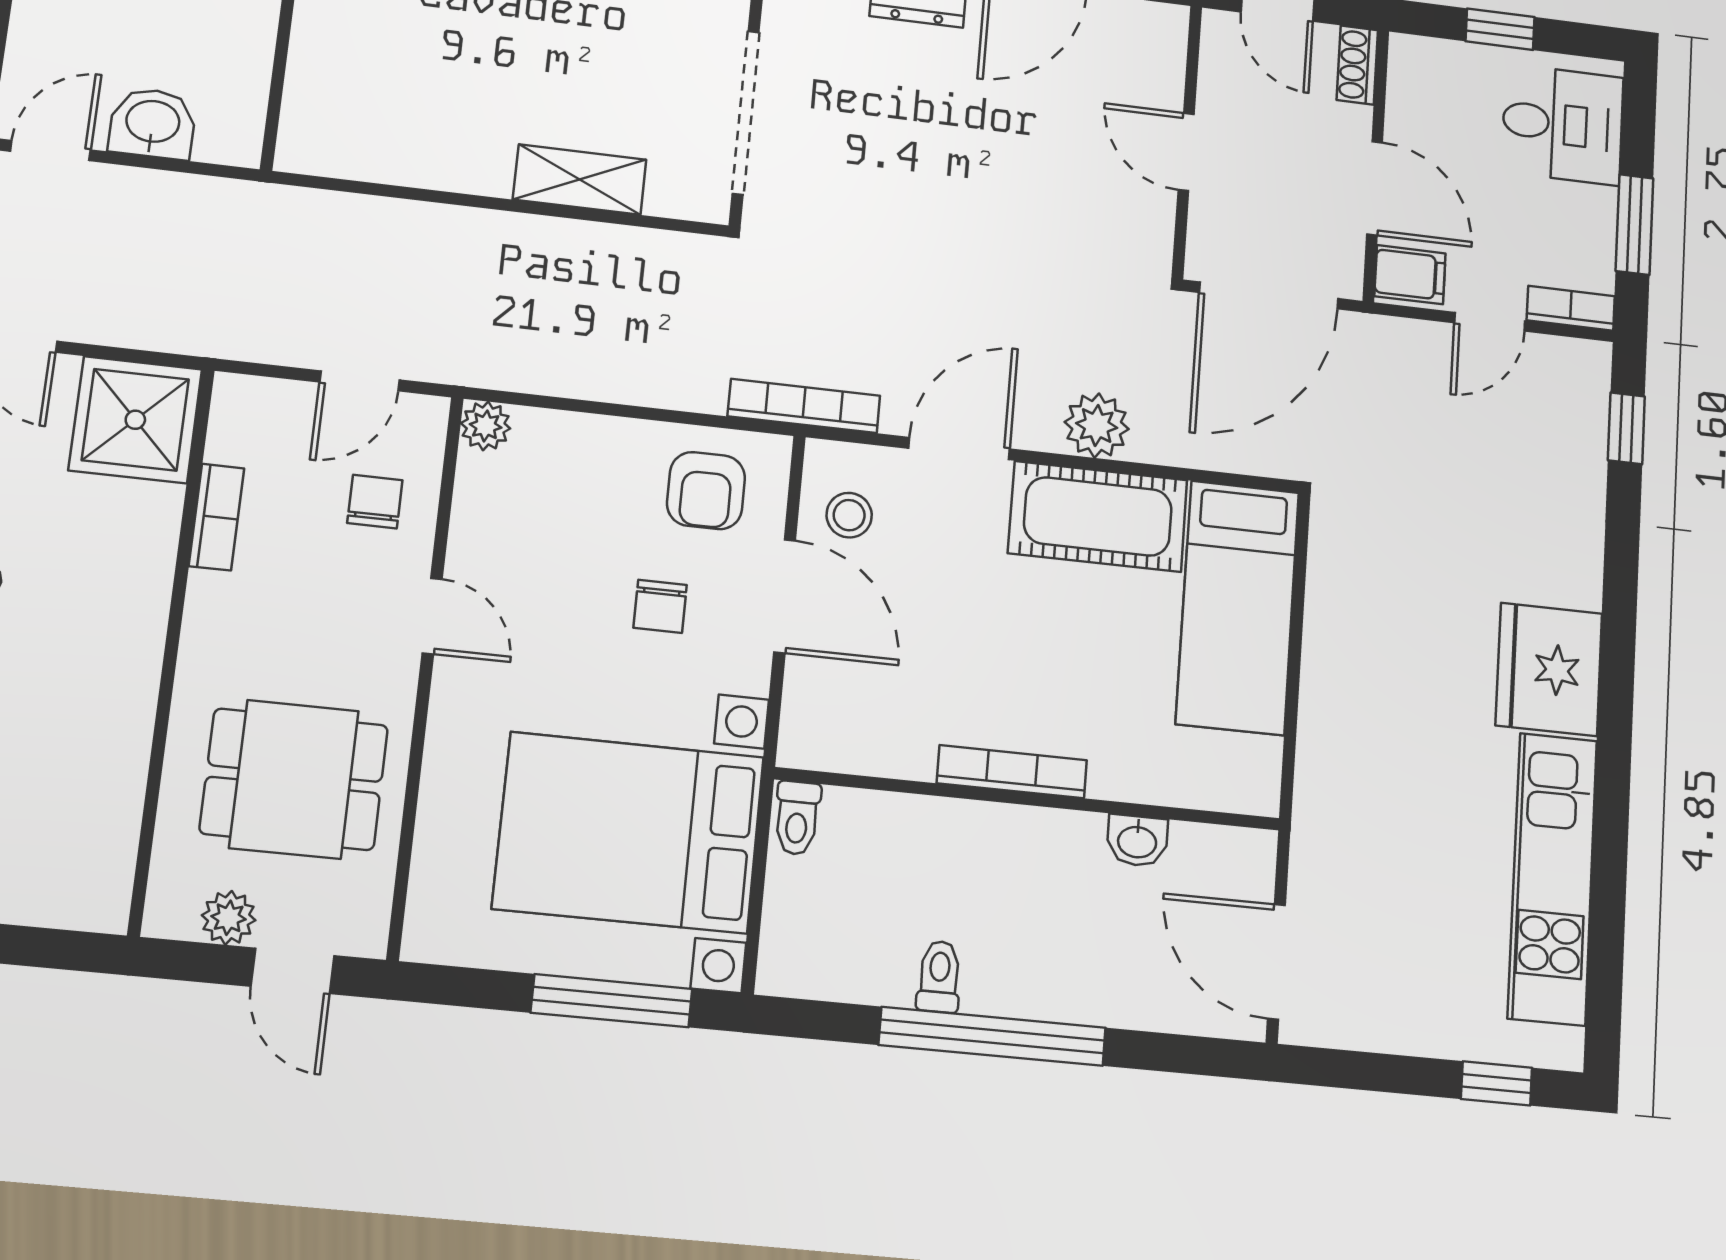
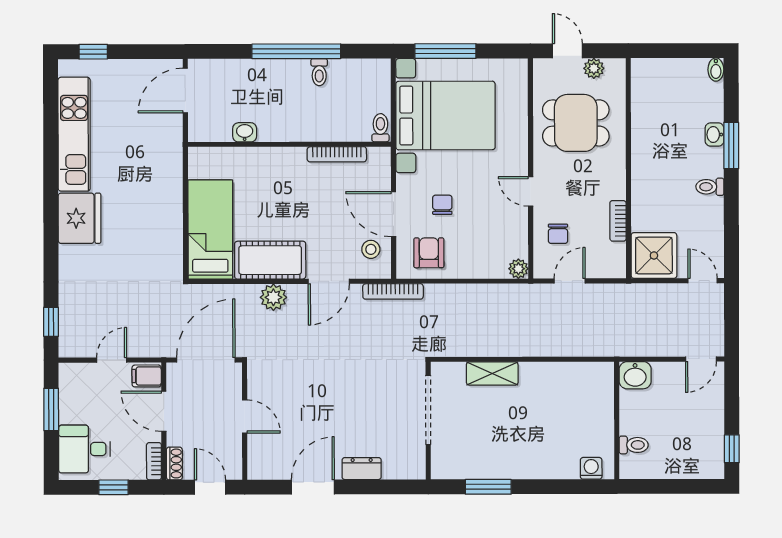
washbasin: (153, 123) -> (635, 375), moved
bookcase: (1571, 308) -> (154, 461), moved, turned 90
bookcase: (1012, 772) -> (337, 154), moved
door: (1276, 962) -> (185, 91), swing flipped

